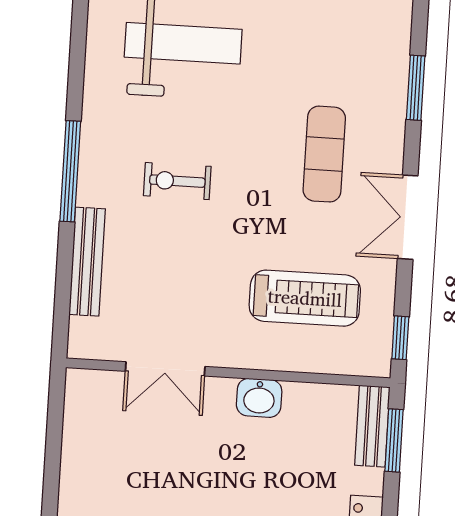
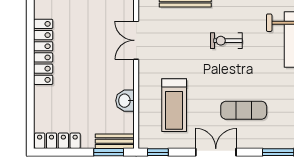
exercise bike: (177, 181) -> (226, 41), turned -90
washbasin: (259, 398) -> (125, 101), moved

